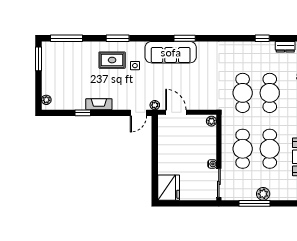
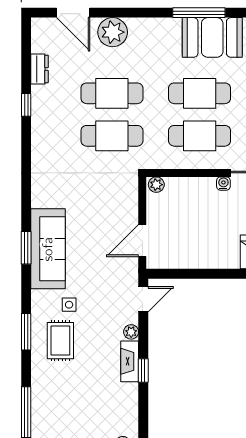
window: (185, 38) -> (26, 248), moved
plant: (155, 105) -> (131, 332), moved
window: (83, 113) -> (143, 370), moved
door: (138, 113) -> (143, 299), hinge flipped

